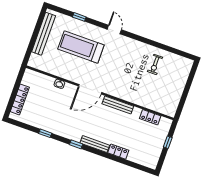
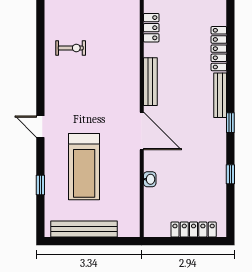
door: (114, 29) -> (40, 127), hinge flipped
locker: (118, 152) -> (219, 49), width x1.53

